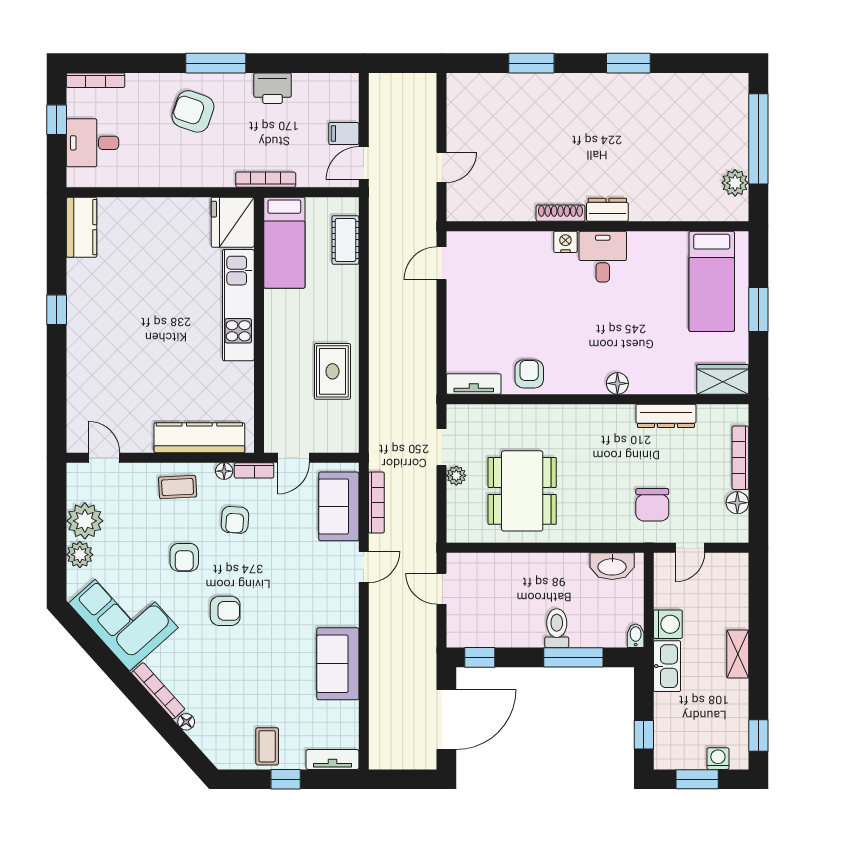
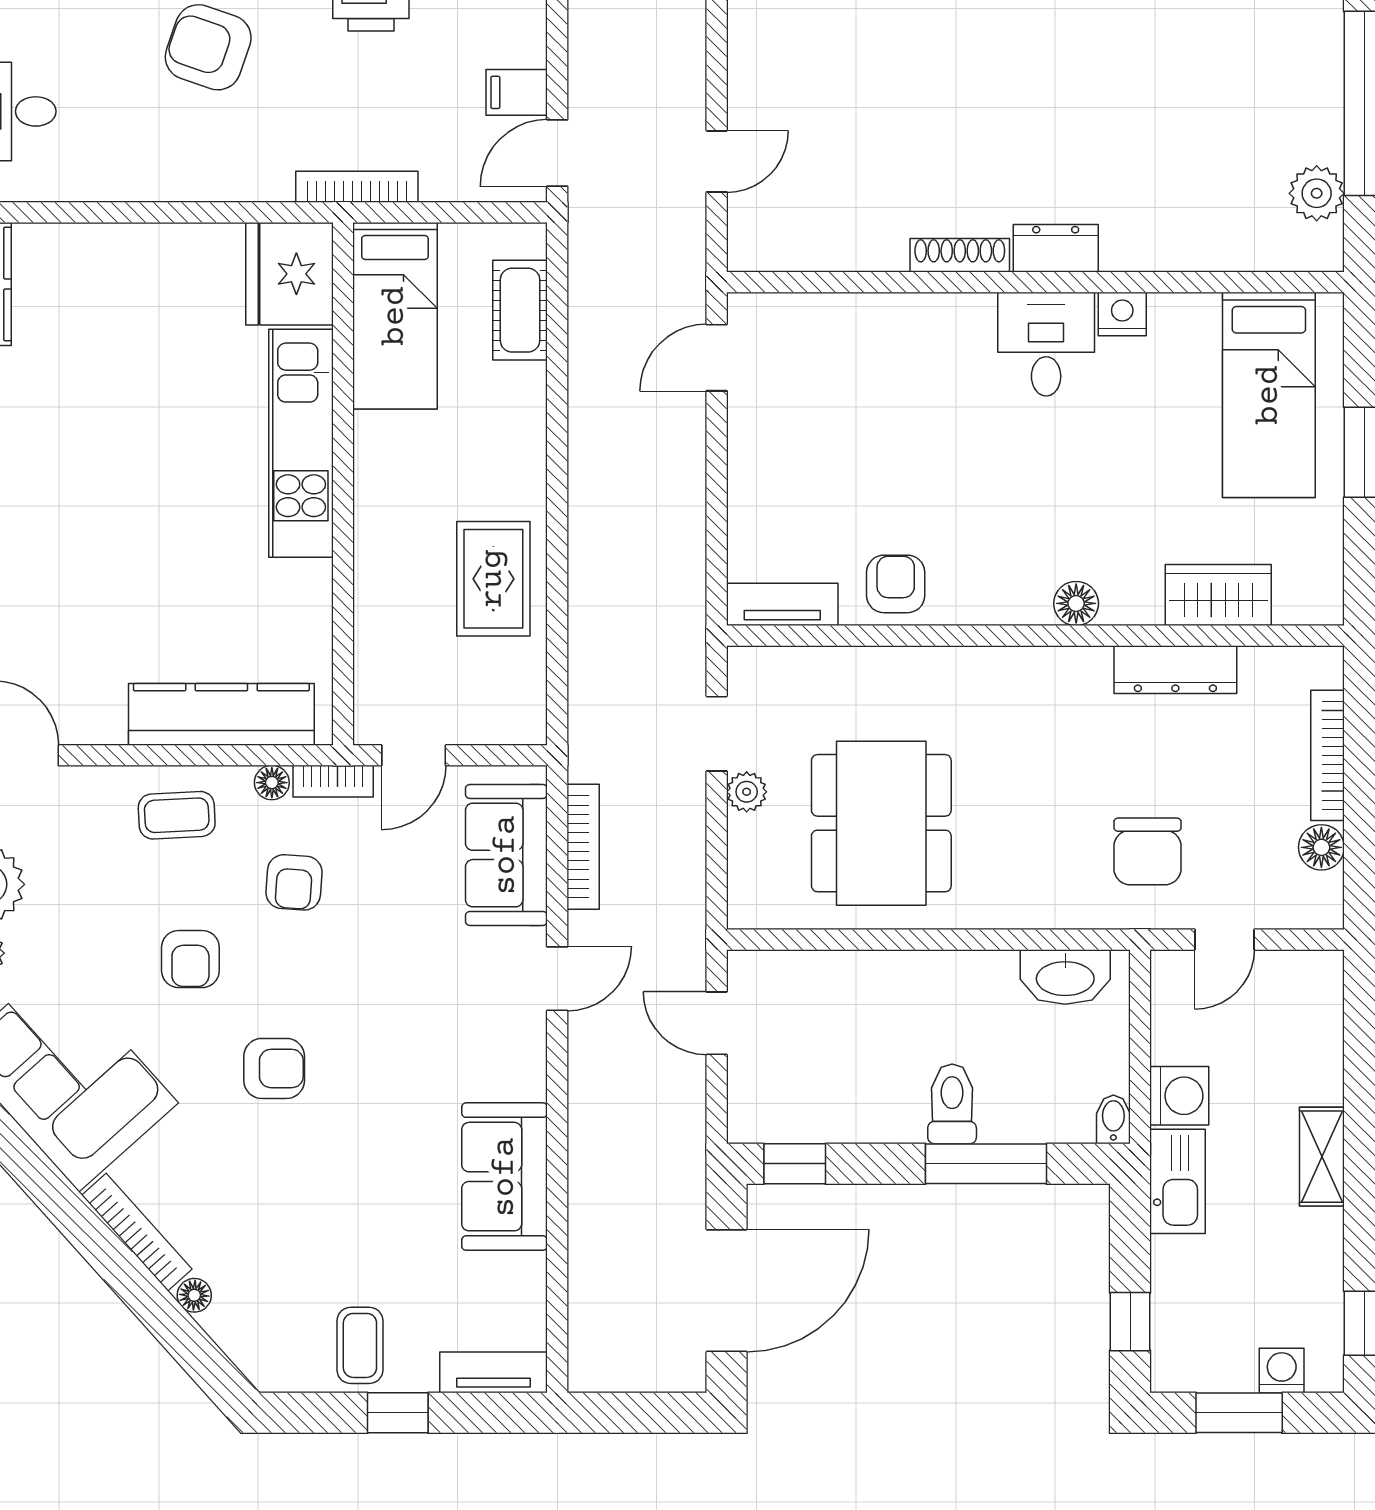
nightstand: (565, 242) -> (1122, 314), moved
wardrobe: (723, 379) -> (1218, 595), moved

